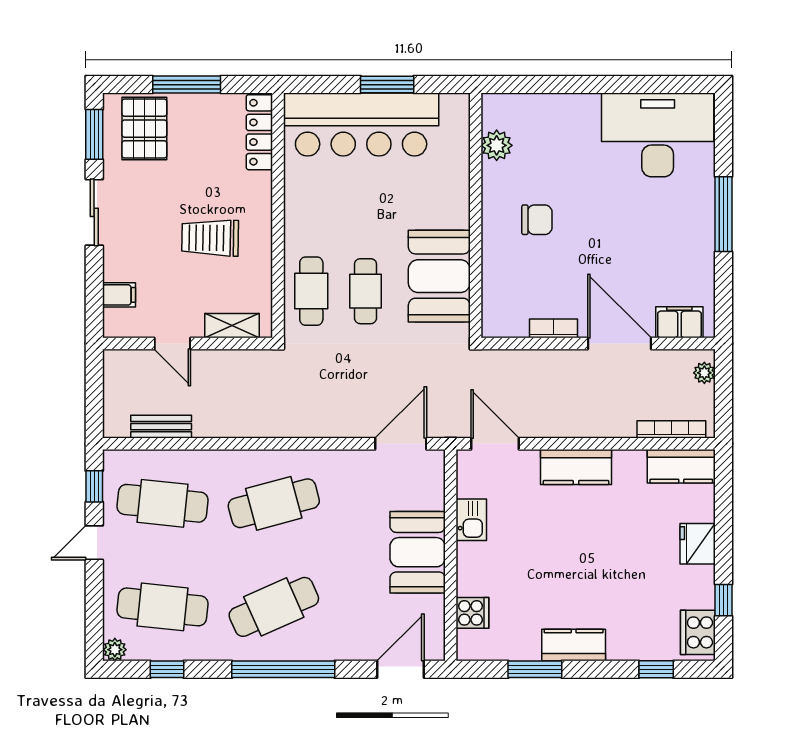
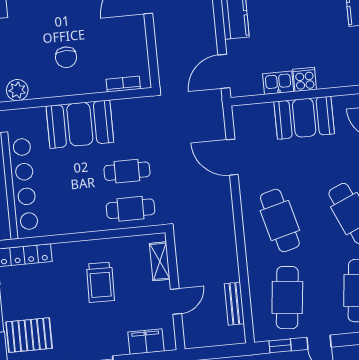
chair: (537, 220) -> (66, 57), turned 180
booth: (439, 276) -> (80, 124), moved
filing cabinet: (119, 295) -> (146, 342), width x2.00
bookcase: (554, 328) -> (123, 84), moved, turned 90
door: (401, 444) -> (232, 157), moved
cooker: (472, 613) -> (305, 79), moved

